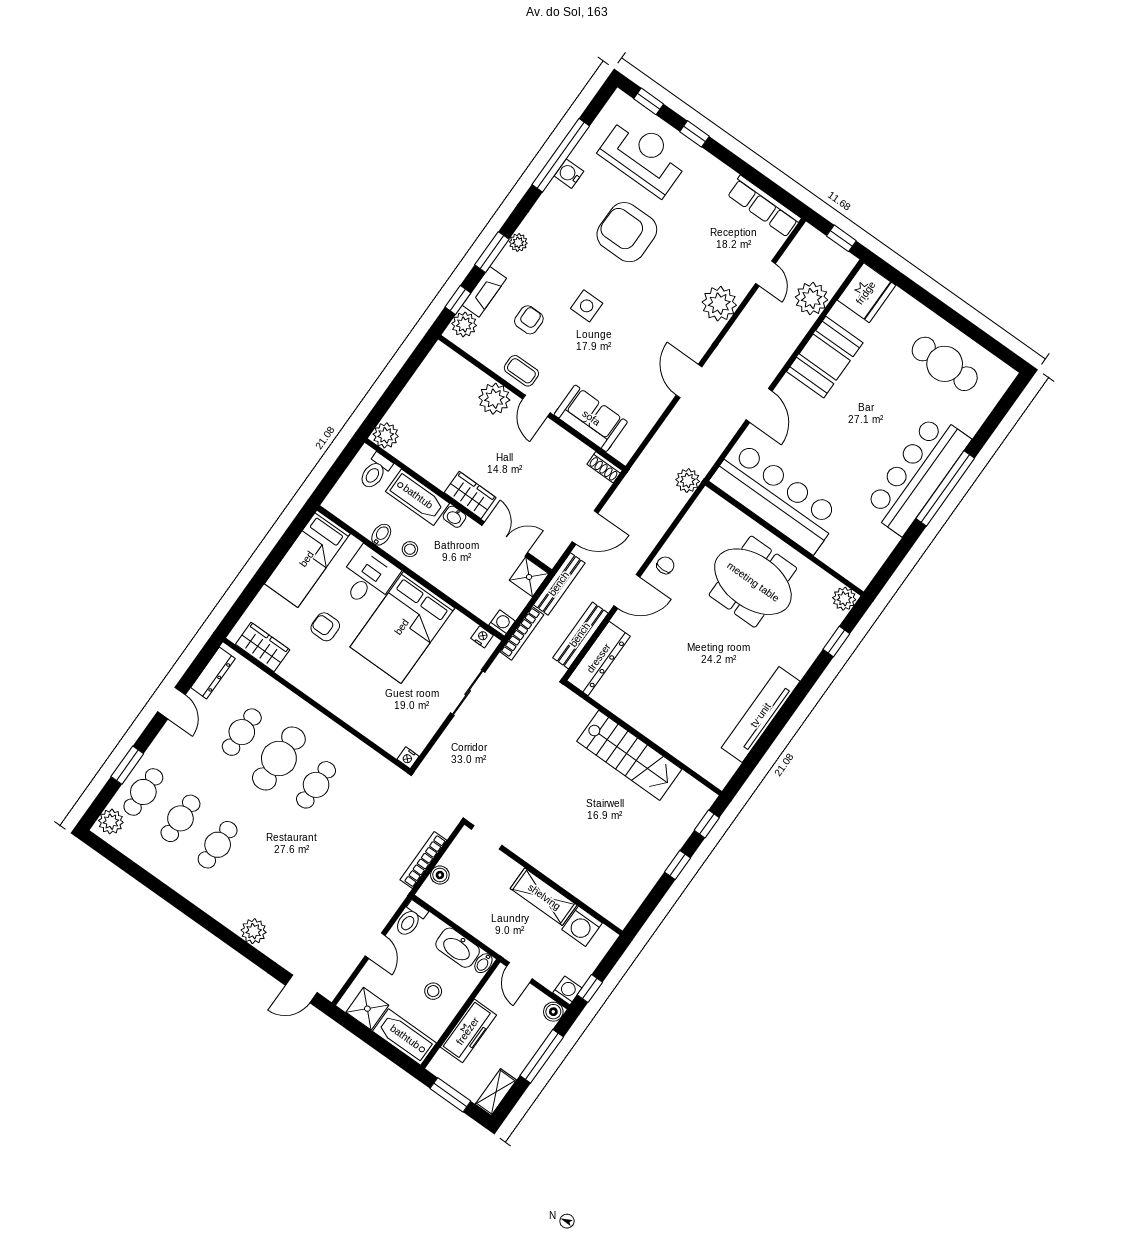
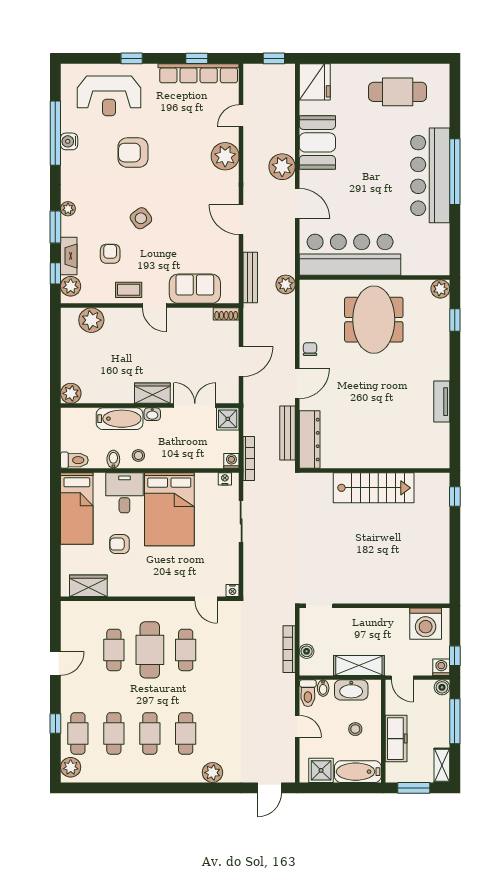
window: (649, 101) -> (197, 58), moved
reception desk: (644, 156) -> (109, 96), turned 180
row of seats: (764, 206) -> (199, 73), width x1.36
armchair: (627, 232) -> (133, 153), width x0.73, depth x0.73
door: (766, 273) -> (241, 116), swing flipped
plant: (811, 299) -> (282, 167), moved
side table: (587, 306) -> (141, 218), turned -36
plant: (494, 399) -> (91, 320), moved
toilet: (375, 471) -> (74, 460), moved, turned -90
meeting table: (753, 582) -> (374, 320), turned 90
bench: (559, 584) -> (250, 278), moved
dresser: (213, 673) -> (68, 625), removed
door: (171, 703) -> (55, 663), hinge flipped
tv unit: (761, 715) -> (442, 402), width x0.52, depth x0.78
door: (375, 747) -> (206, 599), added
window: (127, 765) -> (55, 724), width x0.67
window: (678, 865) -> (455, 536), removed
cafe table: (255, 871) -> (186, 733), added
shelving: (544, 897) -> (359, 665), moved
washing machine: (582, 926) -> (426, 624), width x1.37, depth x1.37
bidet: (483, 963) -> (323, 688), moved

